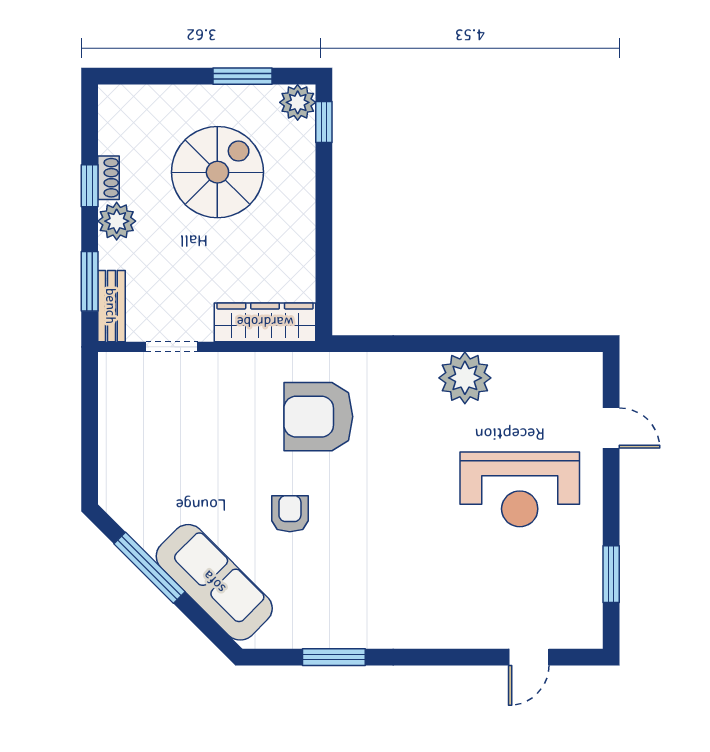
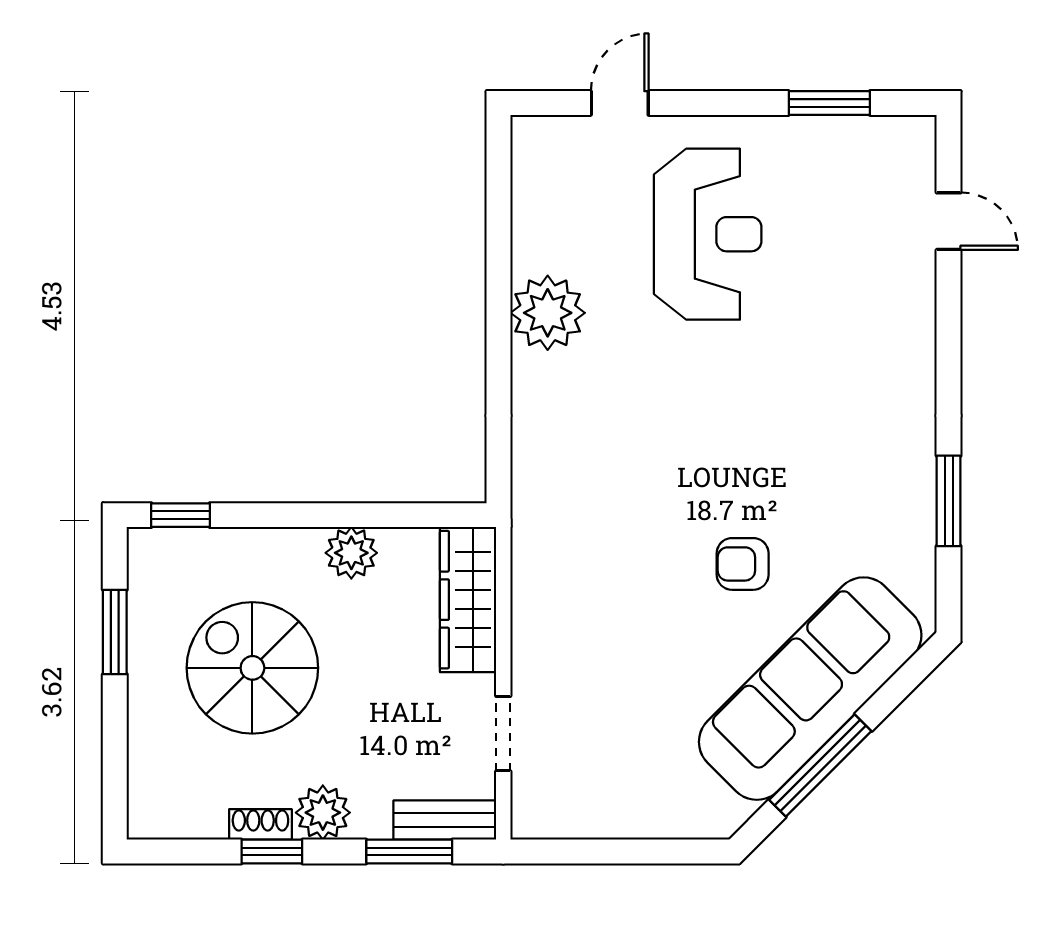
plant: (298, 102) -> (351, 553), moved
armchair: (318, 417) -> (603, 523), removed
sofa: (214, 582) -> (810, 689), width x1.36, depth x1.27

